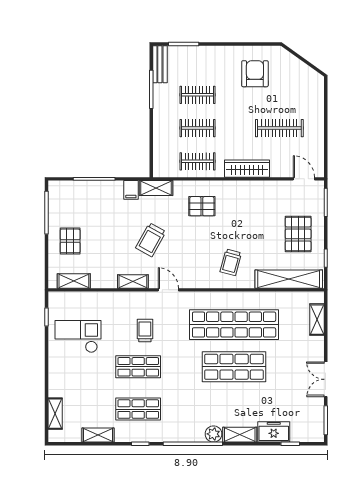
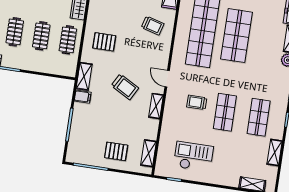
pallet: (202, 206) -> (104, 42), turned 90
door: (168, 290) -> (167, 79), hinge flipped
checkout: (78, 336) -> (193, 157), turned 90

